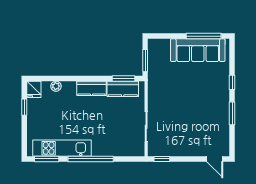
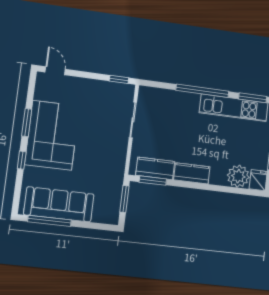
plant: (56, 86) -> (238, 176), width x1.88, depth x1.88
corner sofa: (210, 106) -> (52, 135), added

